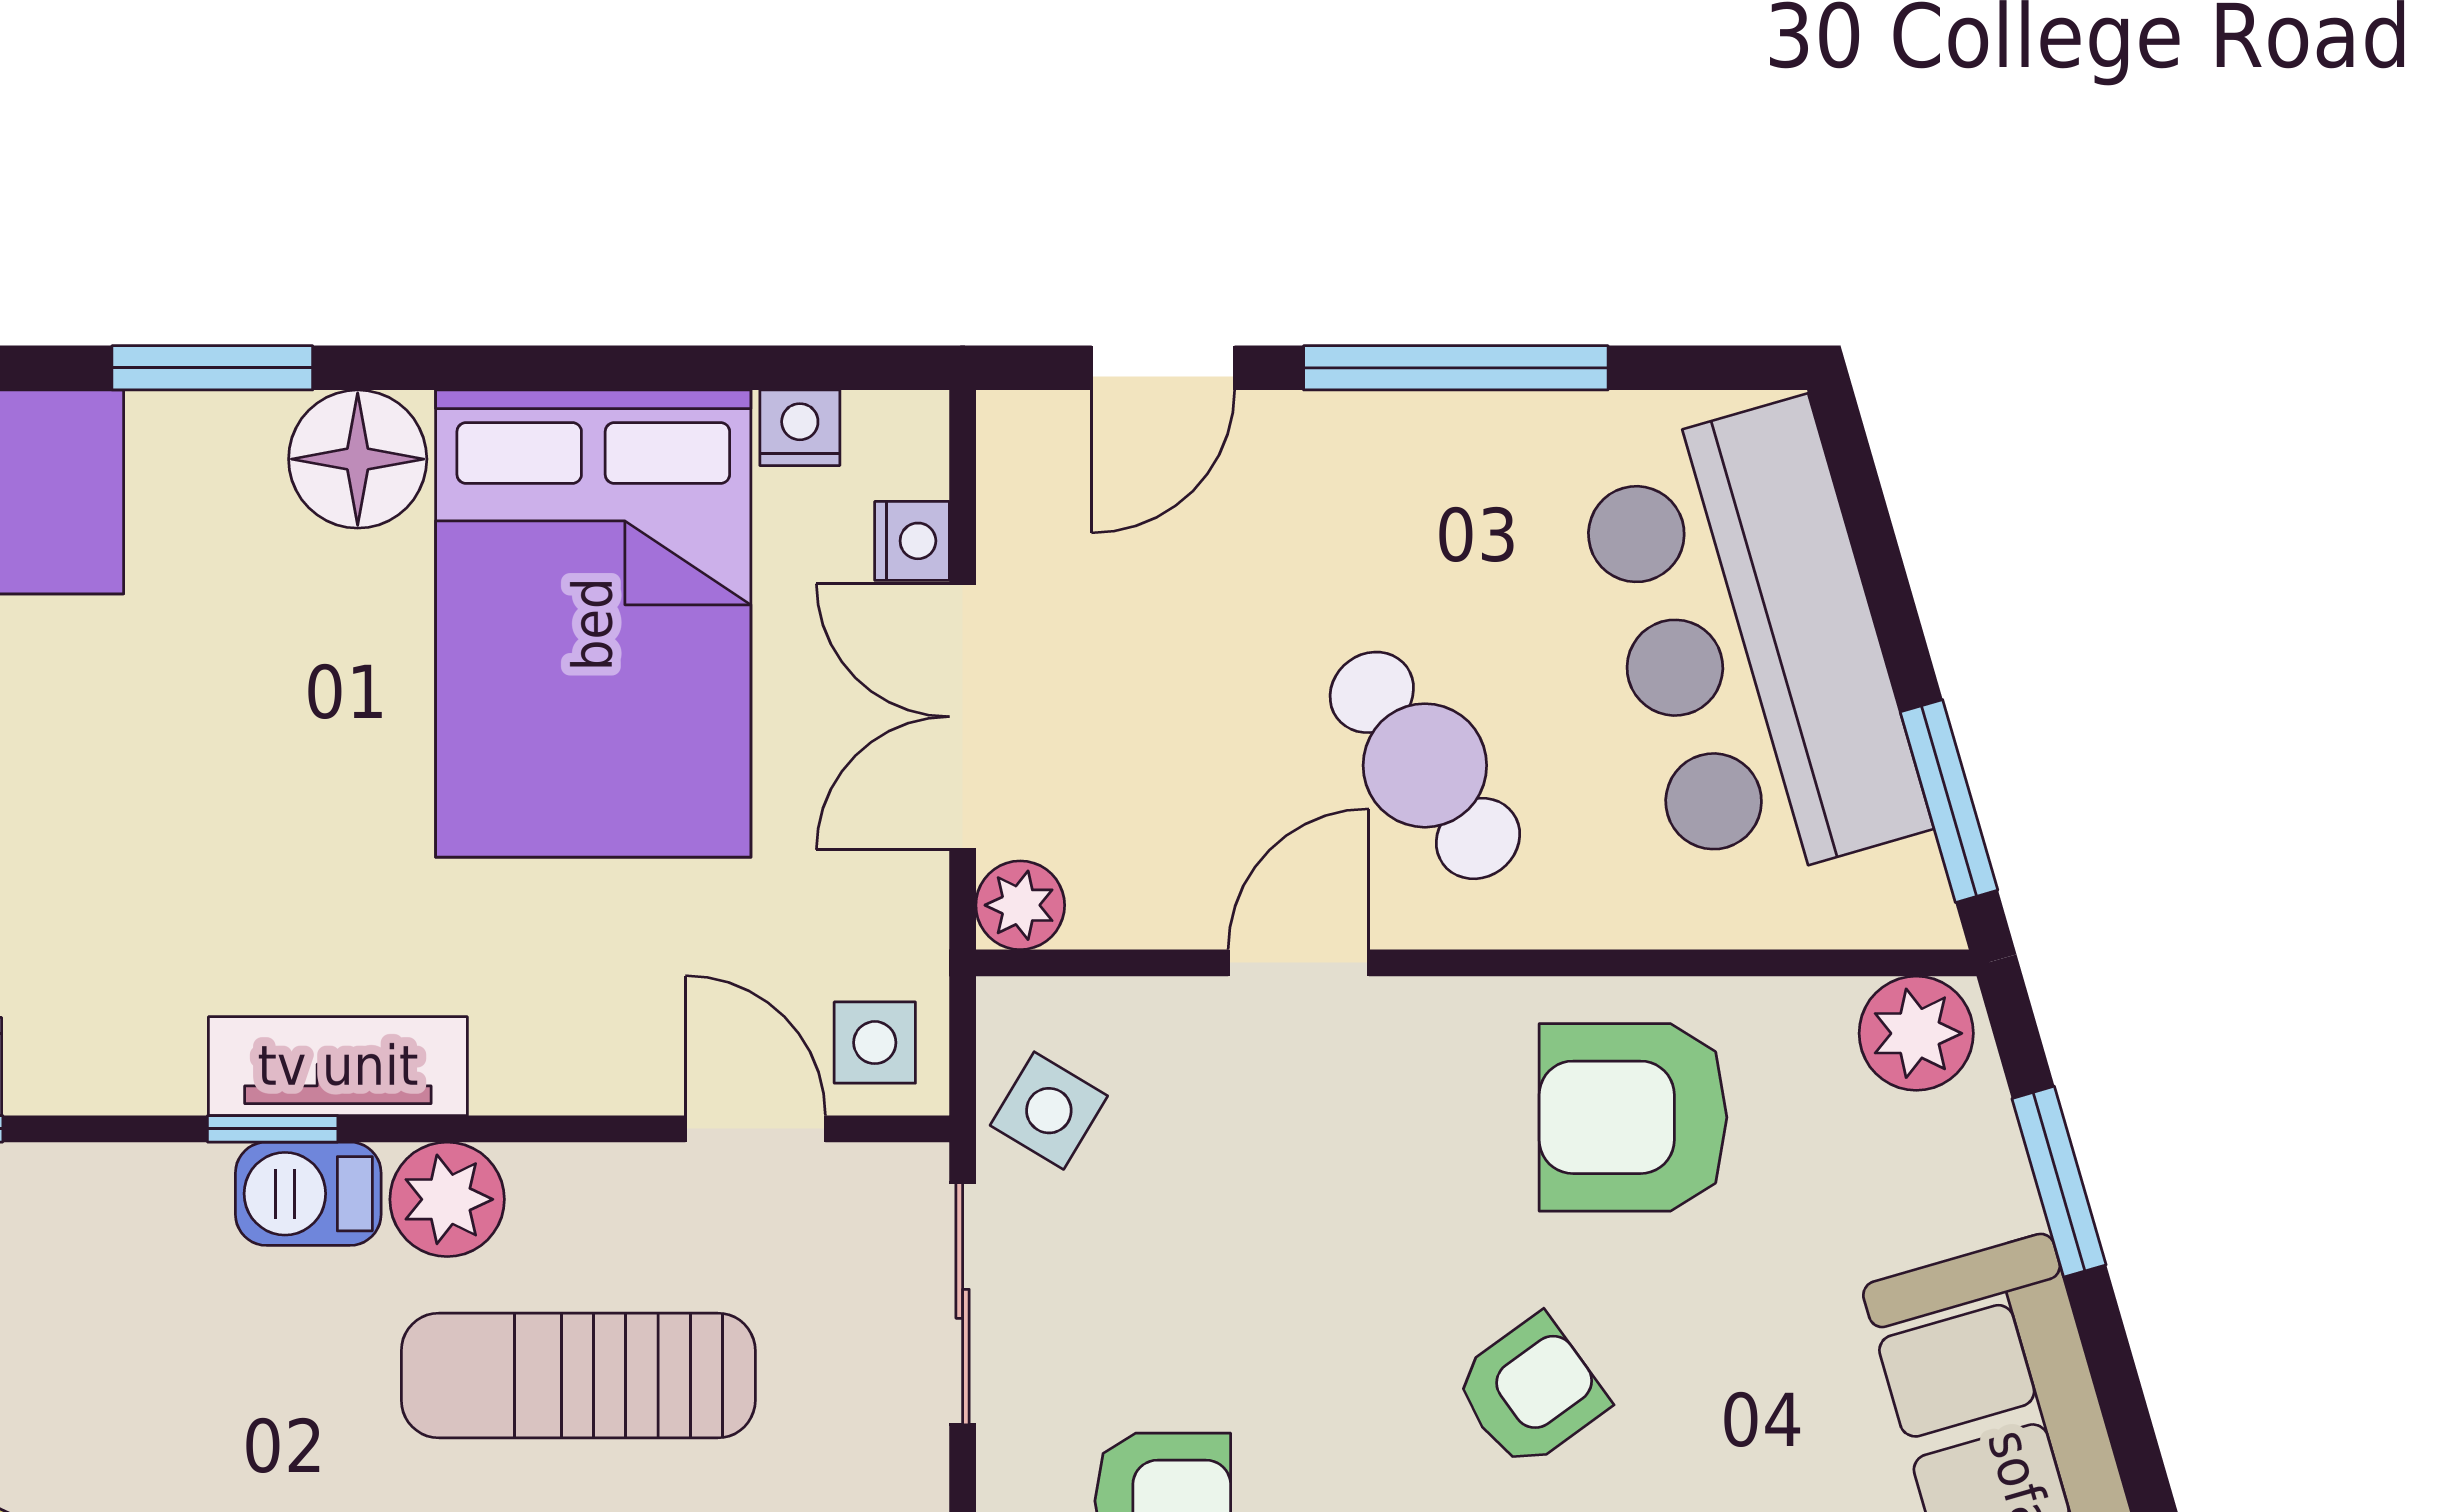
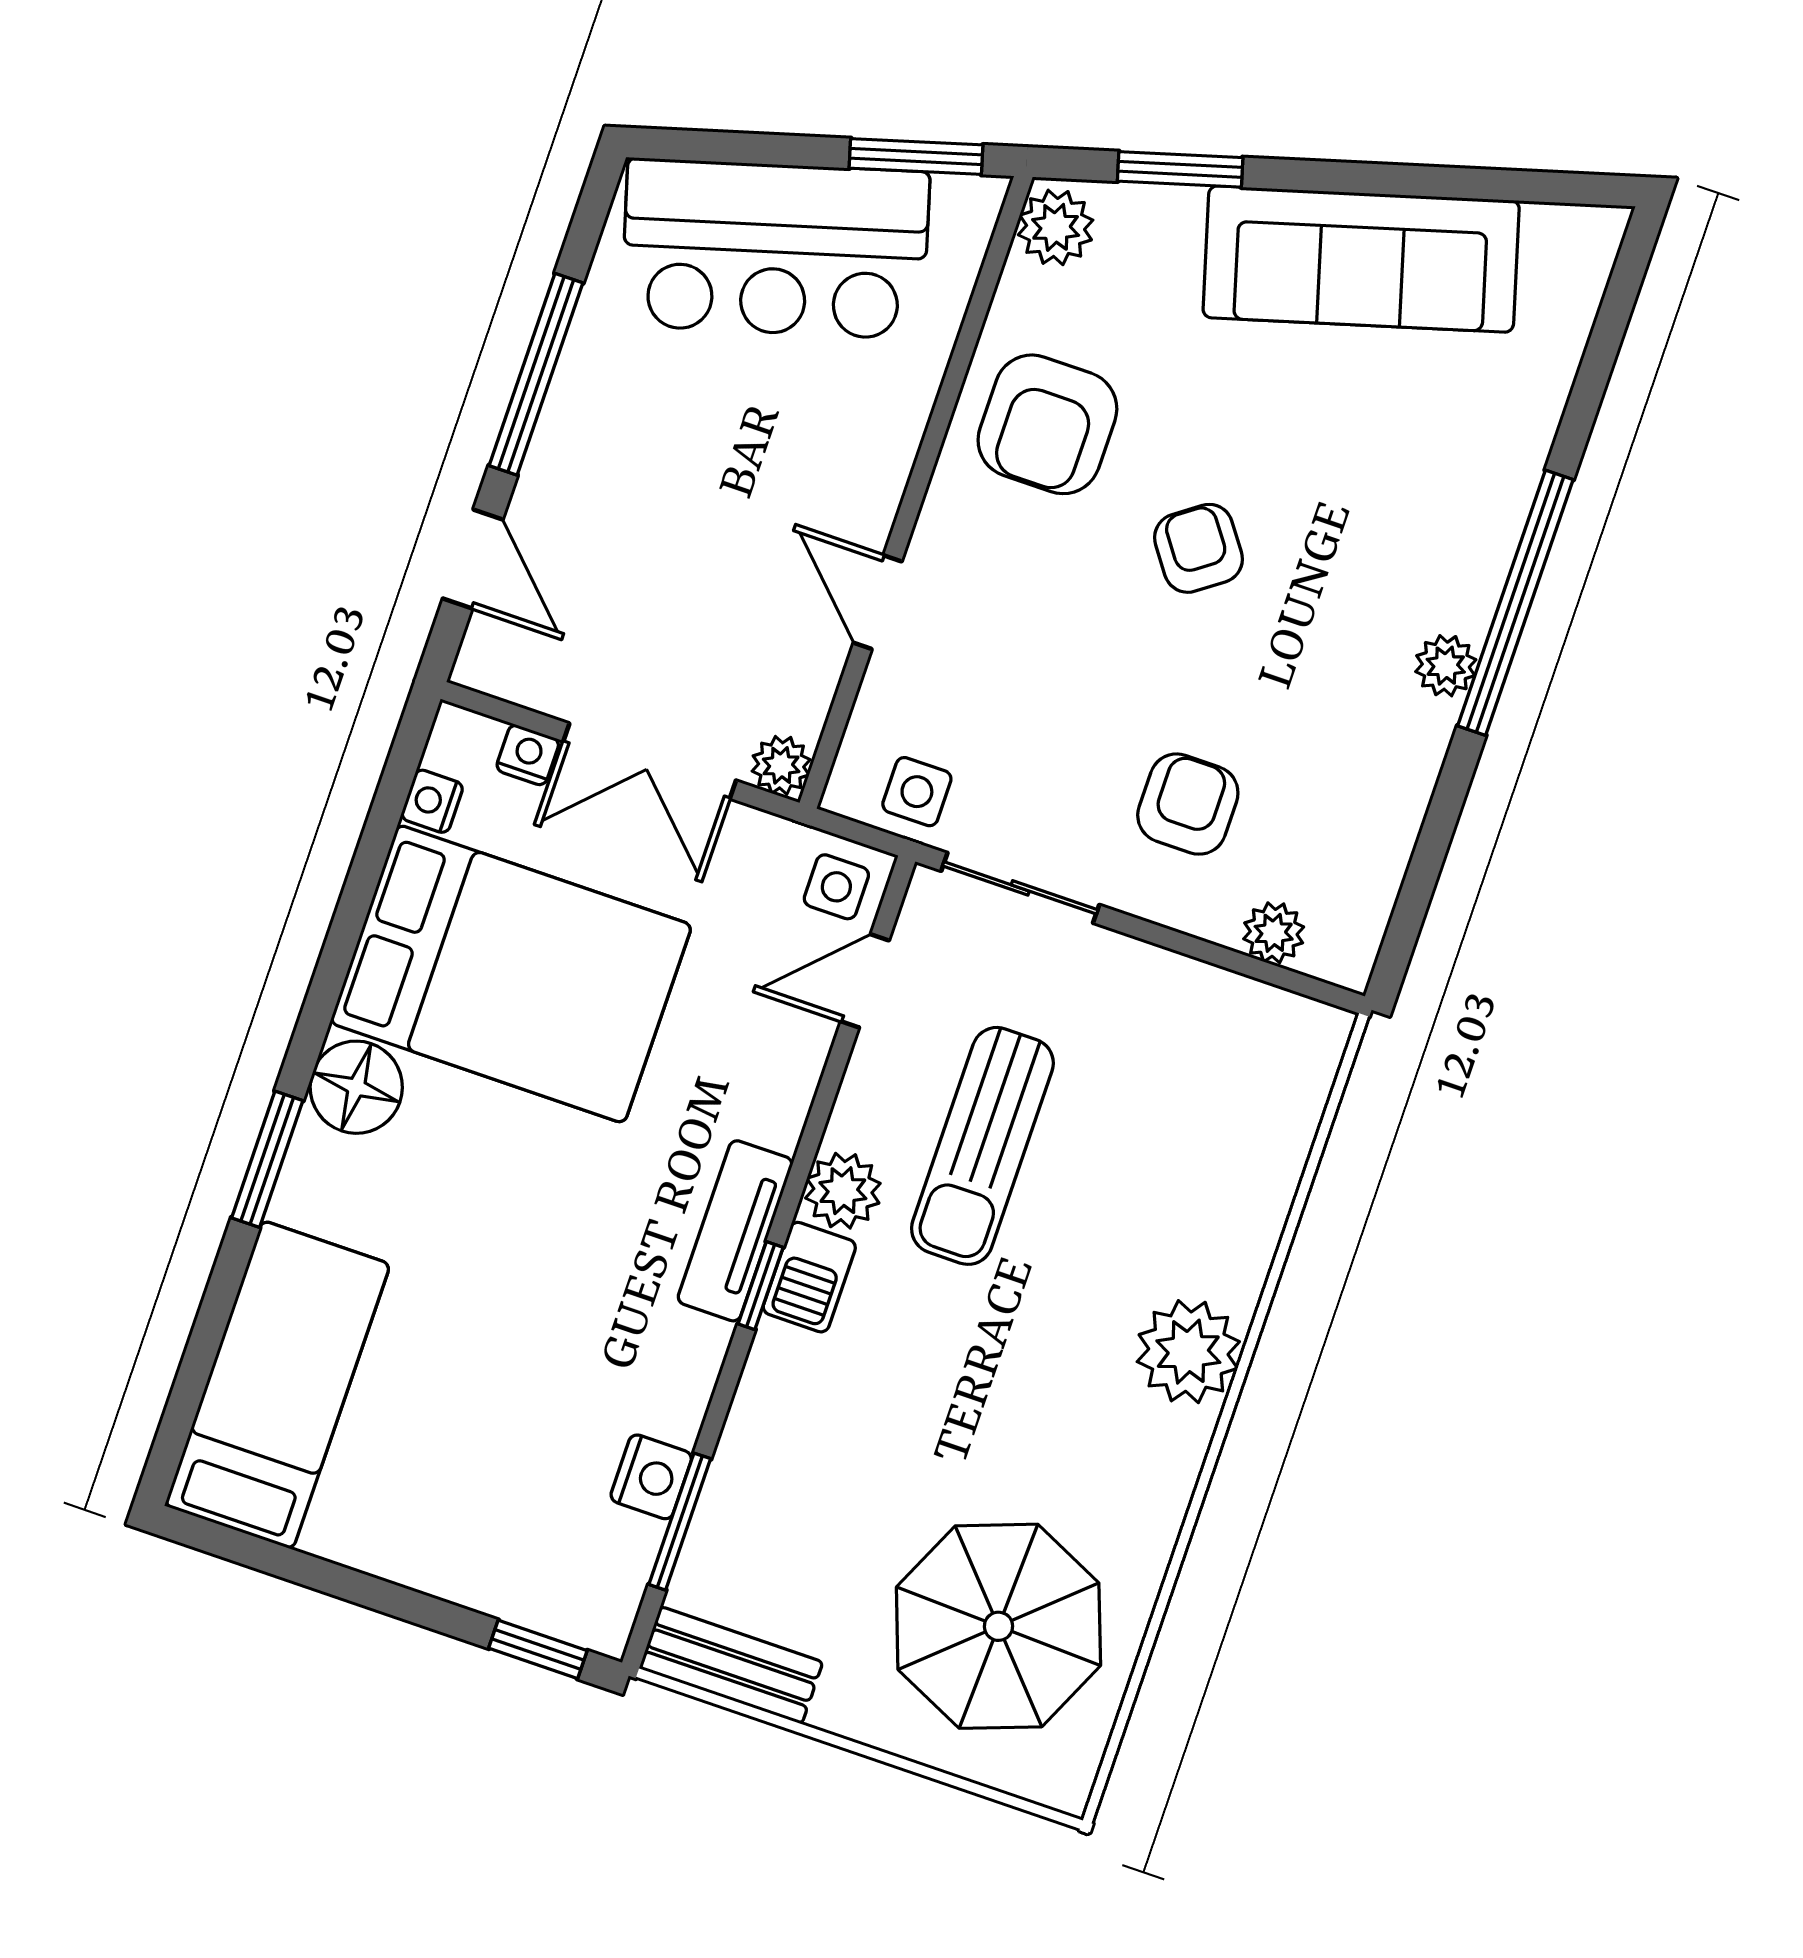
cafe table: (1425, 765) -> (780, 480), removed
side table: (1049, 1111) -> (917, 792), turned -31

